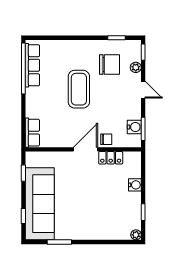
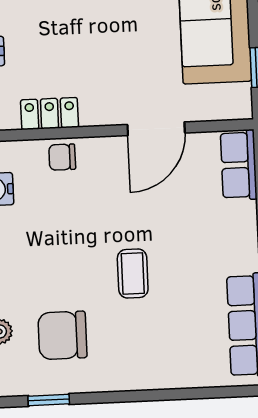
coffee table: (79, 89) -> (133, 274), width x0.54, depth x0.58
door: (86, 149) -> (156, 129), moved

